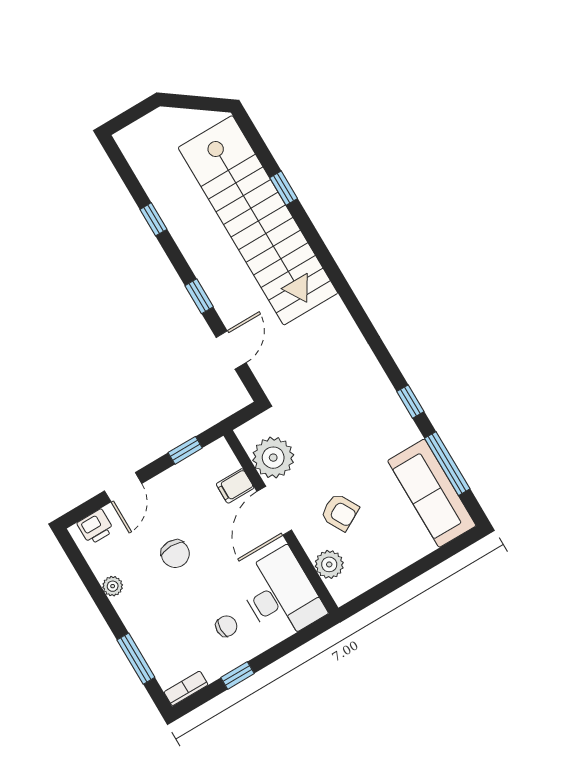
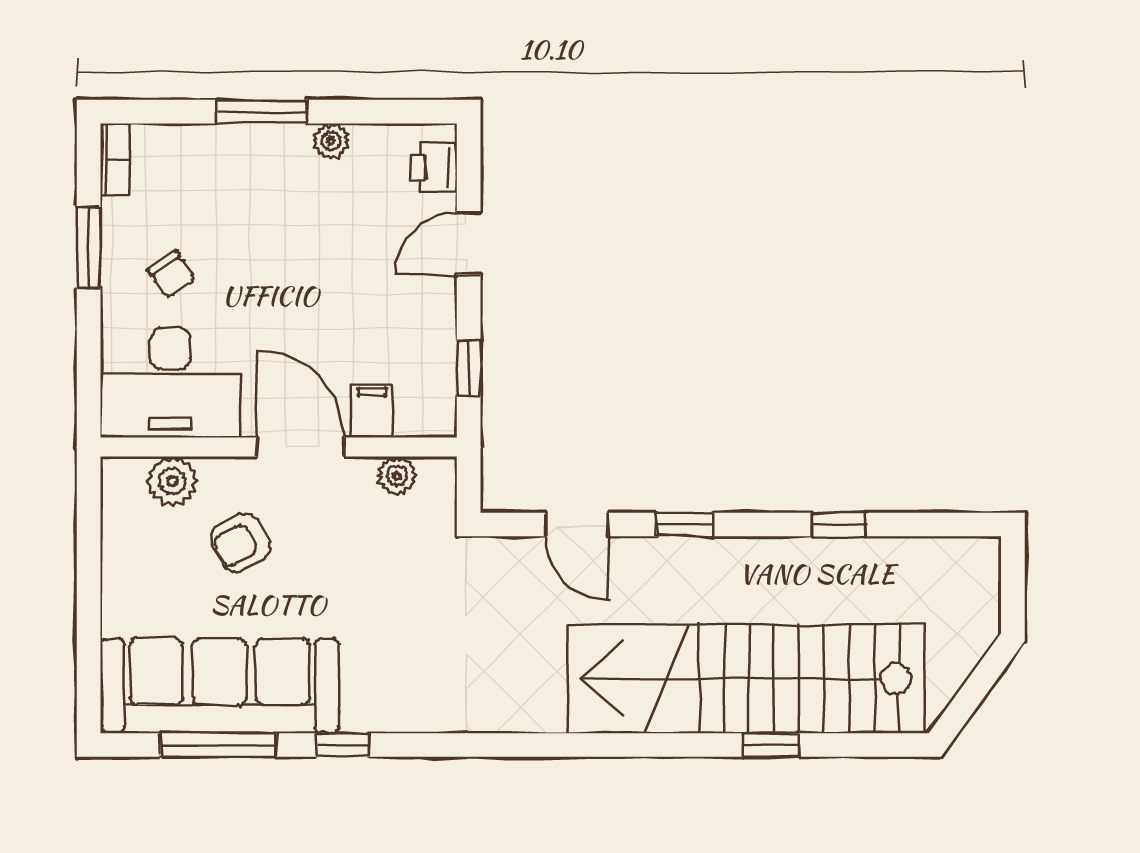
plant: (273, 458) -> (397, 476), width x0.53, depth x0.53
door: (123, 487) -> (469, 244), hinge flipped
sofa: (432, 493) -> (219, 686), width x1.36, depth x1.27
chair: (175, 554) -> (324, 262), removed
chair: (226, 626) -> (172, 274), turned -34
window: (136, 659) -> (262, 112), moved
window: (238, 675) -> (89, 247), width x1.50

